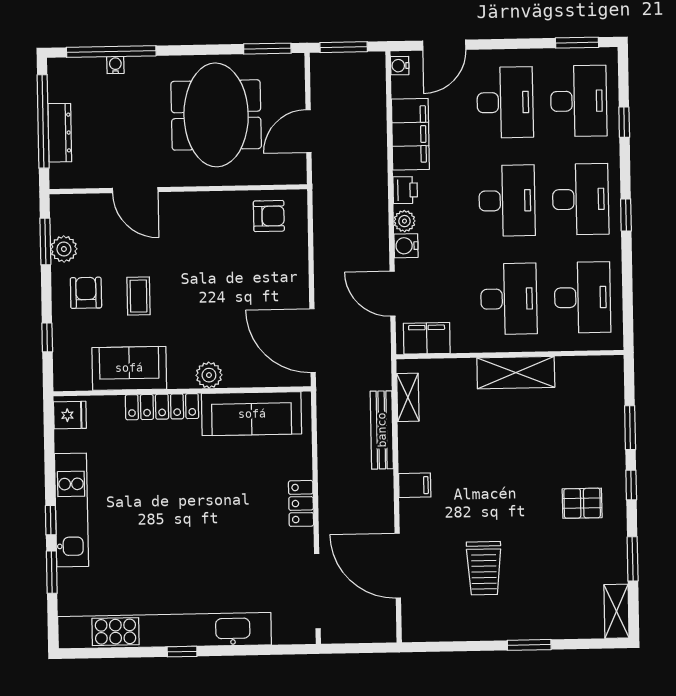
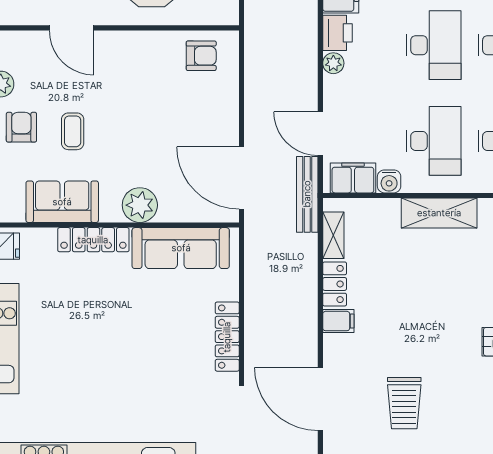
printer: (405, 190) -> (337, 33), width x1.36, depth x1.24
water cooler: (406, 246) -> (389, 181), moved, turned -90
plant: (209, 375) -> (140, 205), width x1.36, depth x1.36
bench: (382, 430) -> (307, 194), moved
locker: (410, 447) -> (335, 284), added
locker: (301, 503) -> (227, 337), width x1.53

